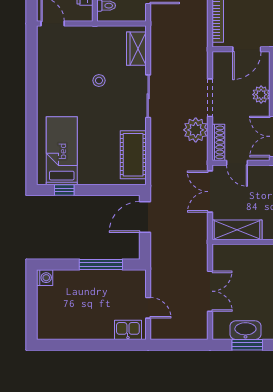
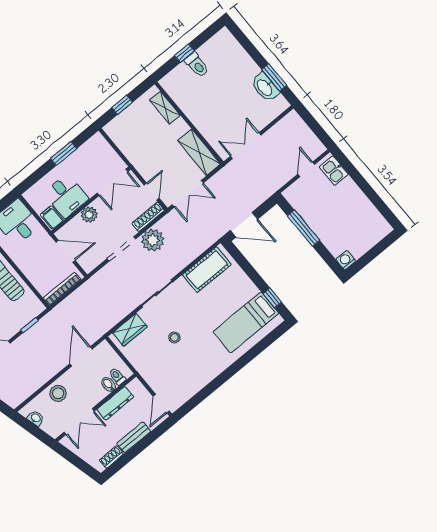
double door: (210, 291) -> (246, 146), moved

